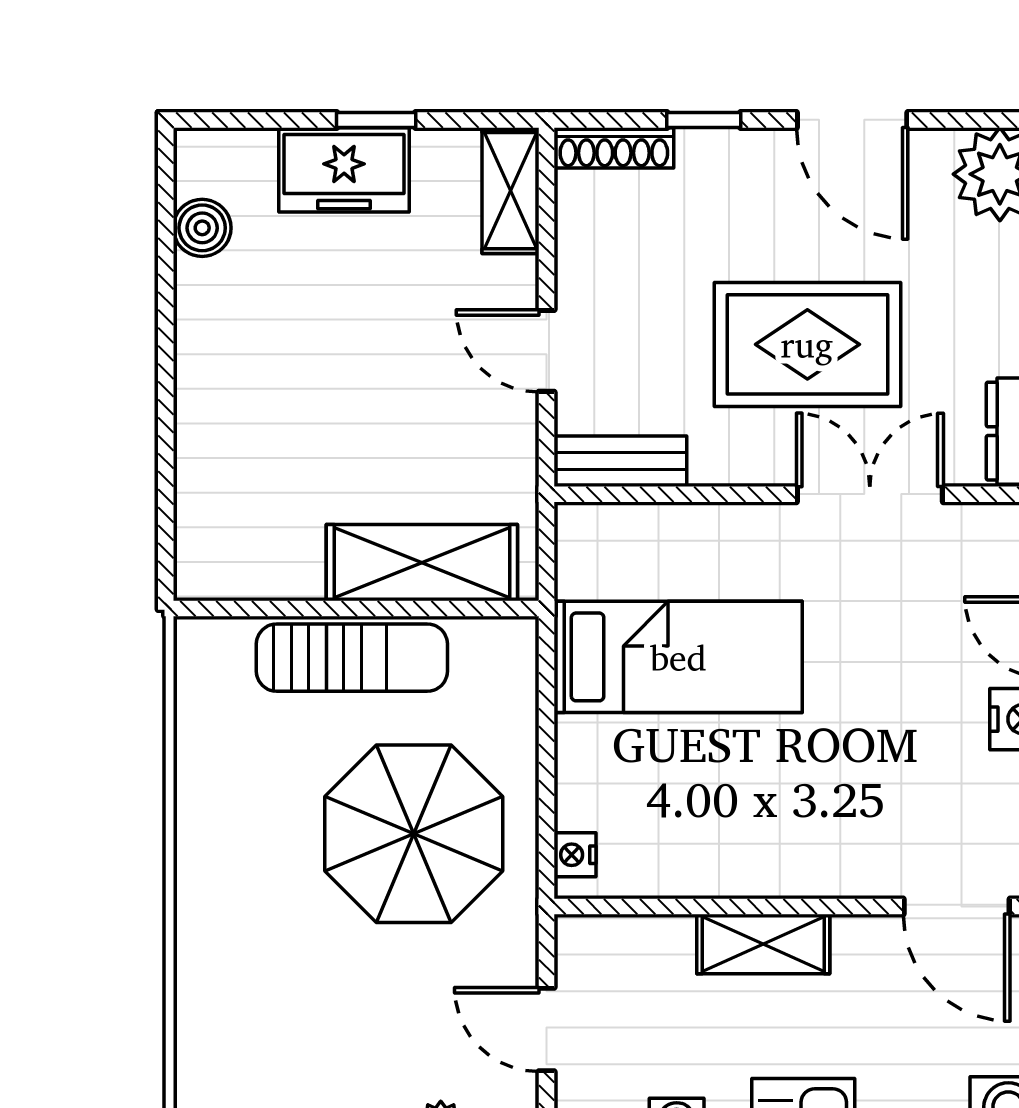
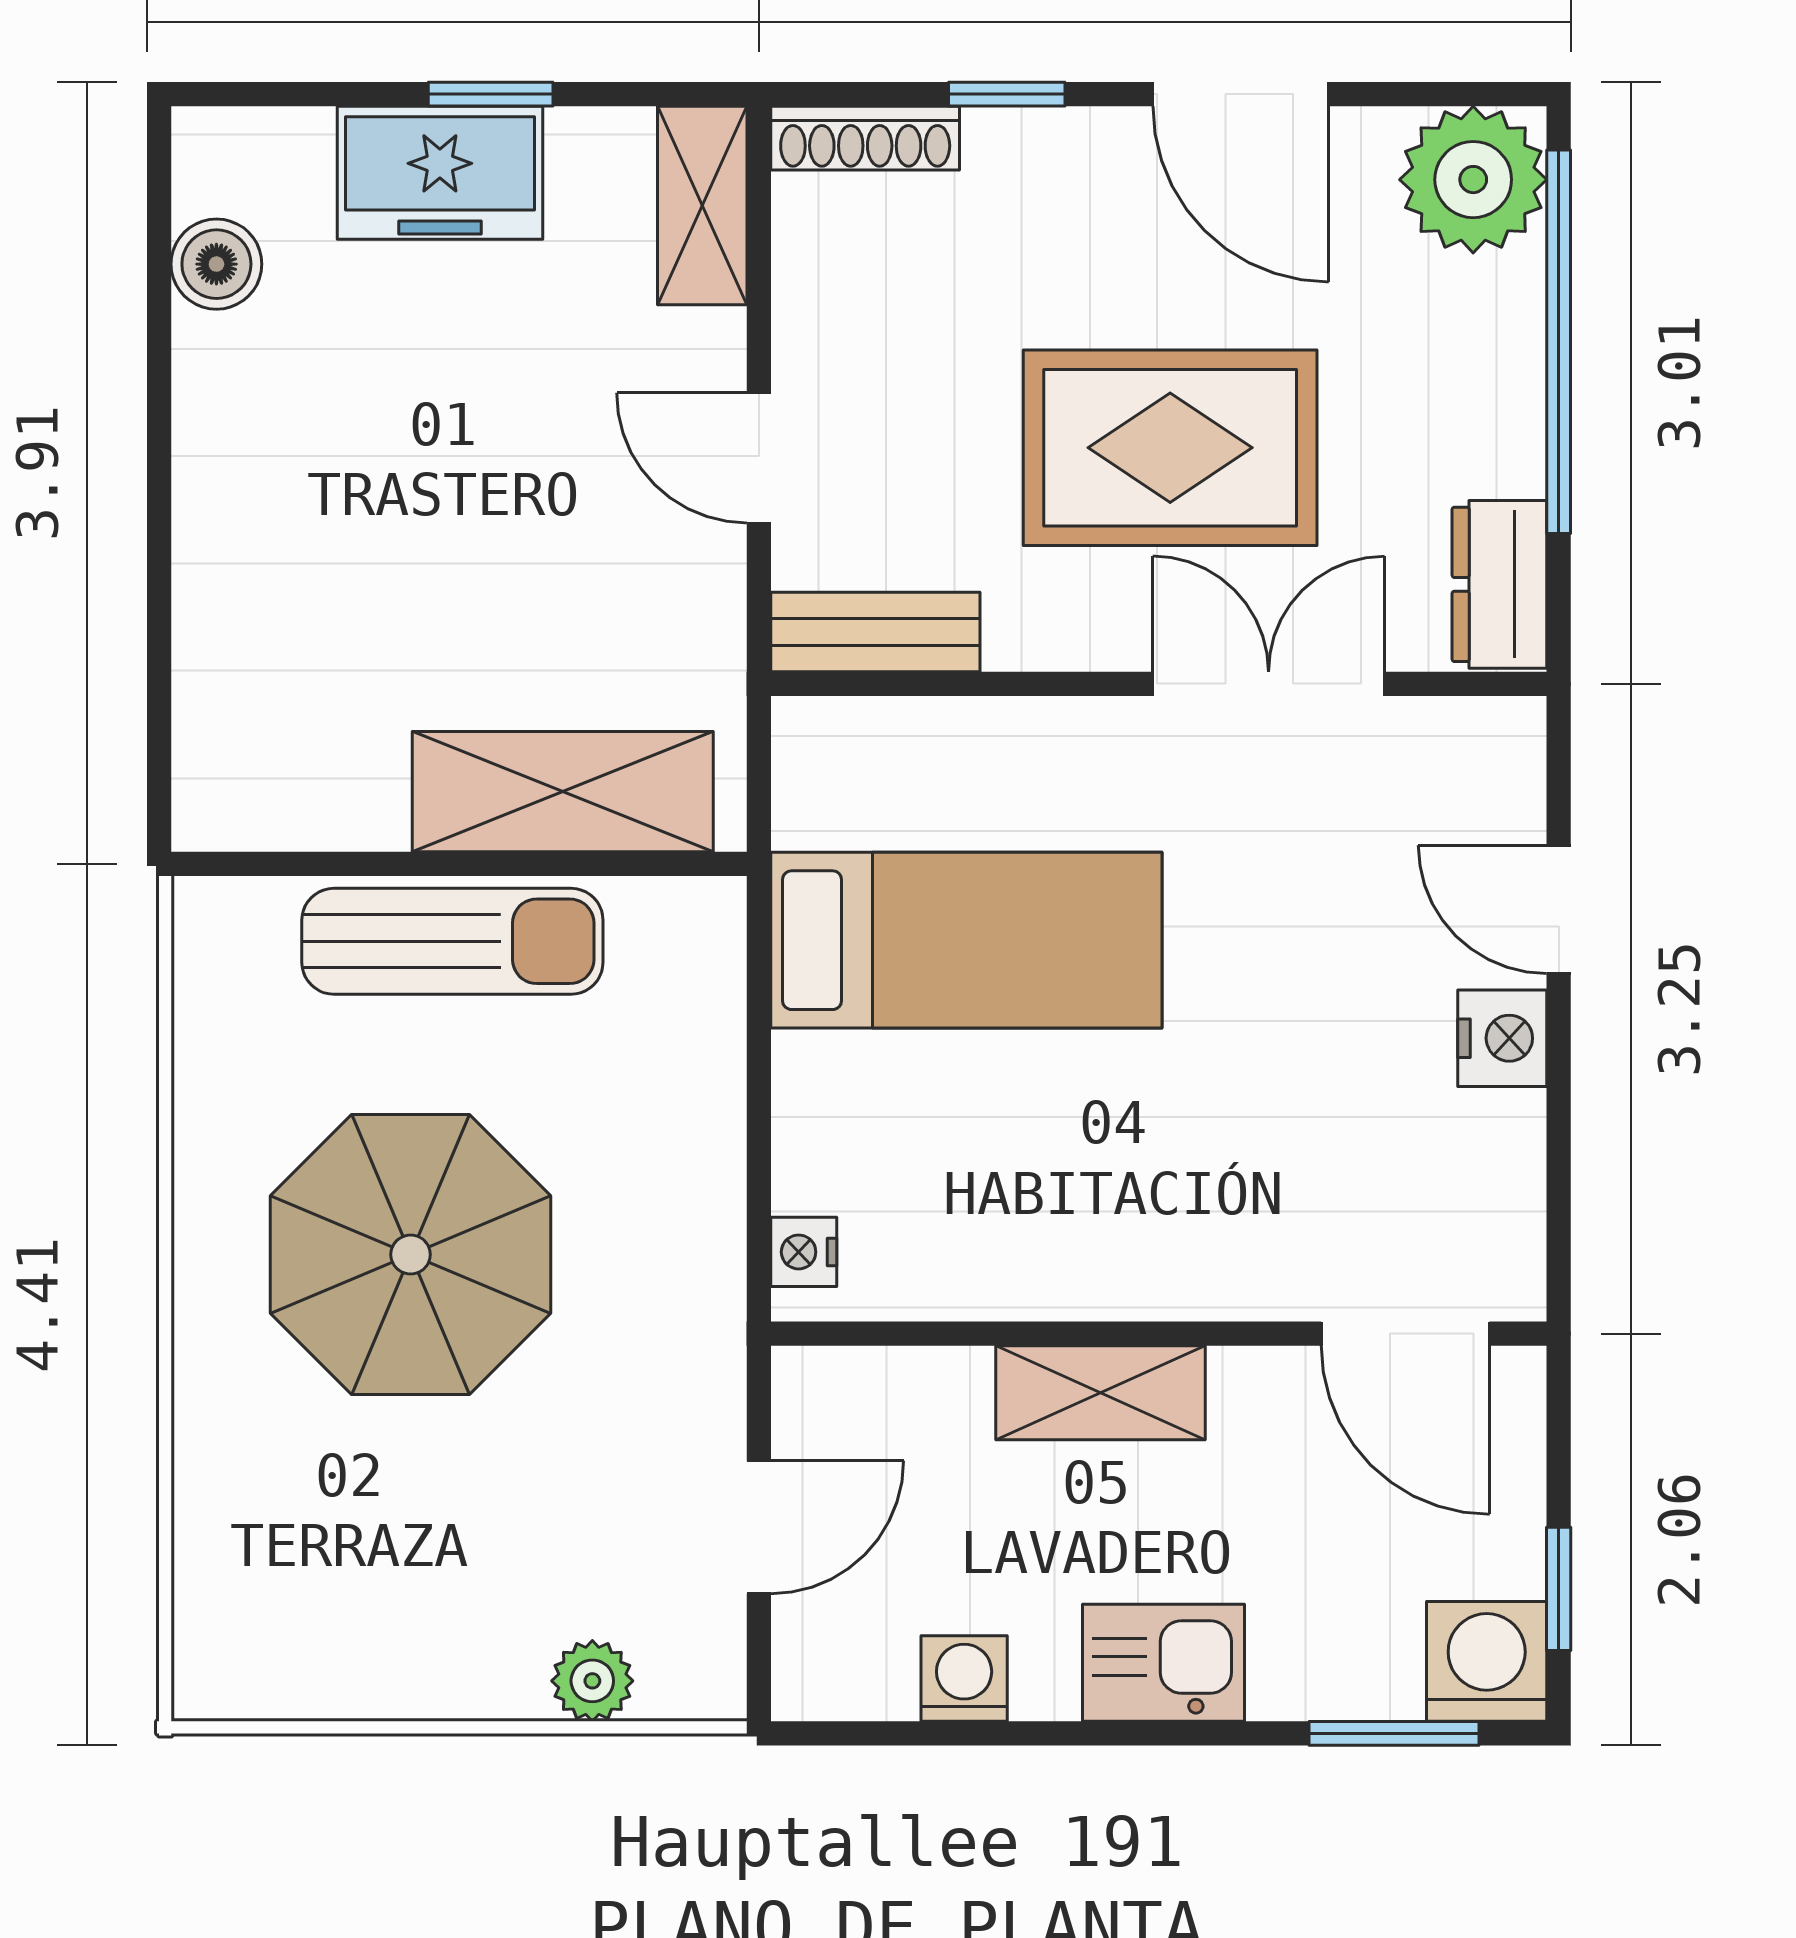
parasol: (414, 834) -> (411, 1255), moved
door: (546, 1029) -> (759, 1527), swing flipped

